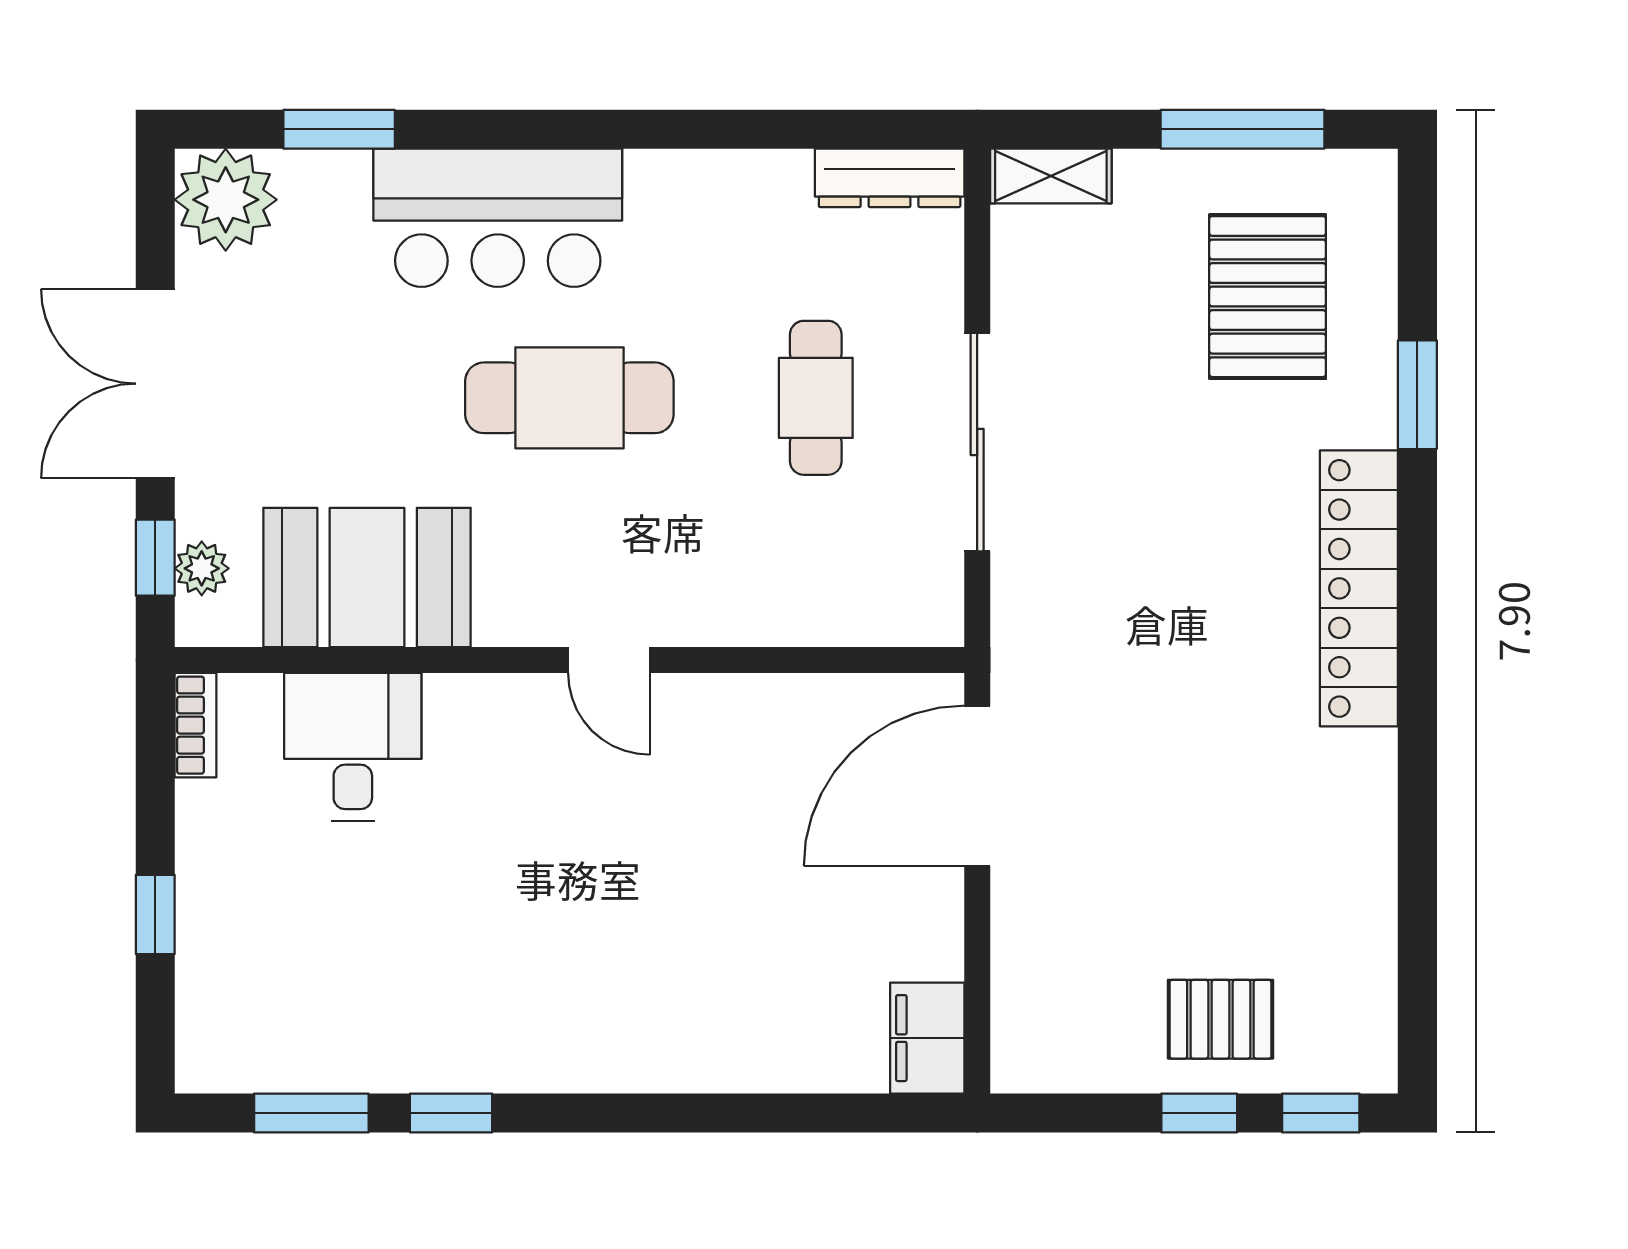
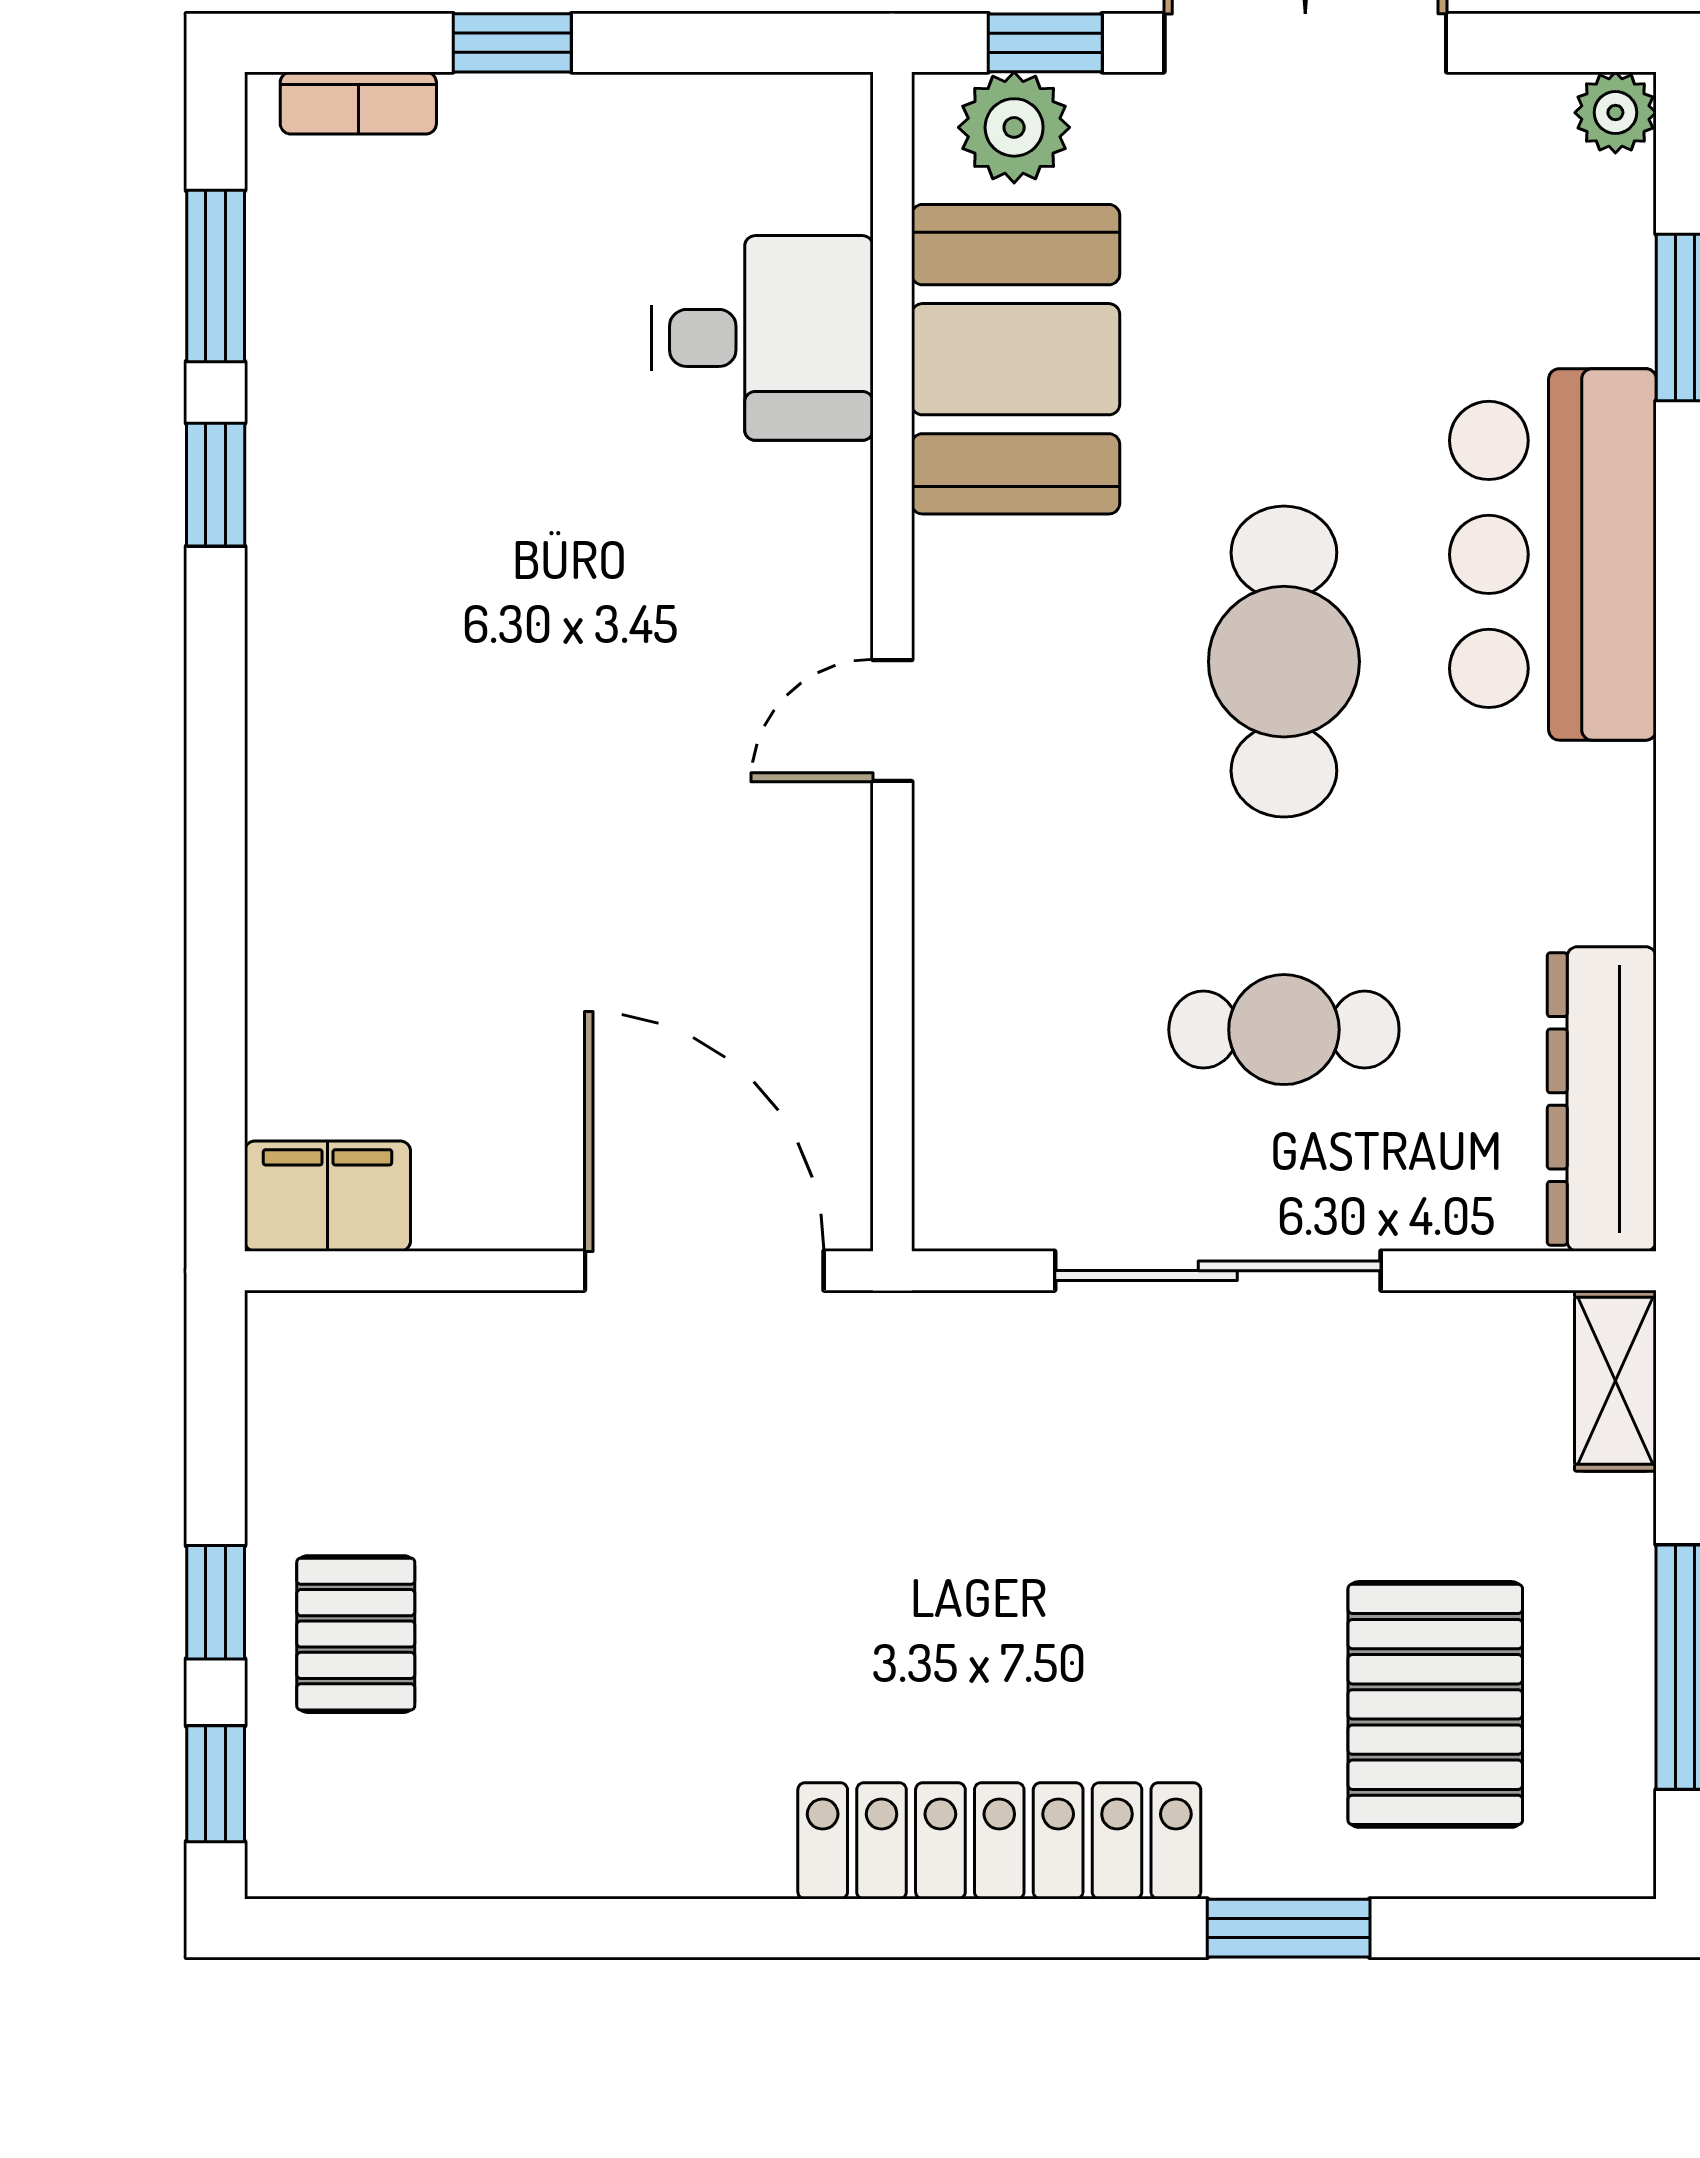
dresser: (890, 178) -> (1602, 1099), width x1.37, depth x1.24
plant: (226, 200) -> (1615, 113), width x0.53, depth x0.53
pallet: (1268, 297) -> (1435, 1704), turned 90
plant: (202, 568) -> (1014, 127), width x1.38, depth x1.38
bookcase: (196, 725) -> (358, 103), moved

